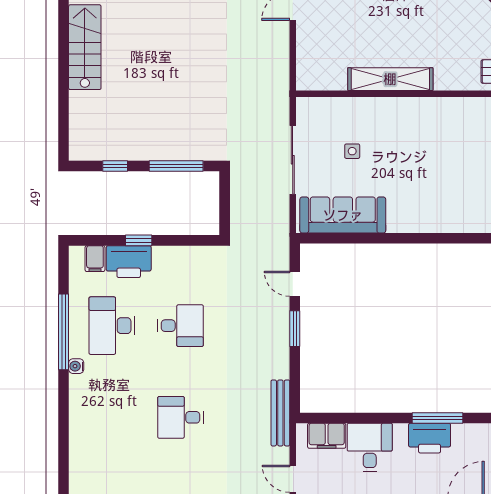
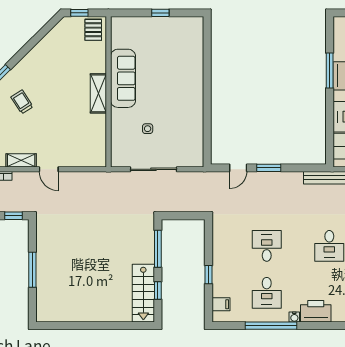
stairs: (85, 47) -> (143, 293), moved, turned -90
shelving: (390, 79) -> (98, 93), width x0.68
sofa: (343, 215) -> (123, 78), moved, turned 180
printer: (129, 262) -> (316, 311), moved, turned -90
desk: (112, 326) -> (267, 293), width x0.73

